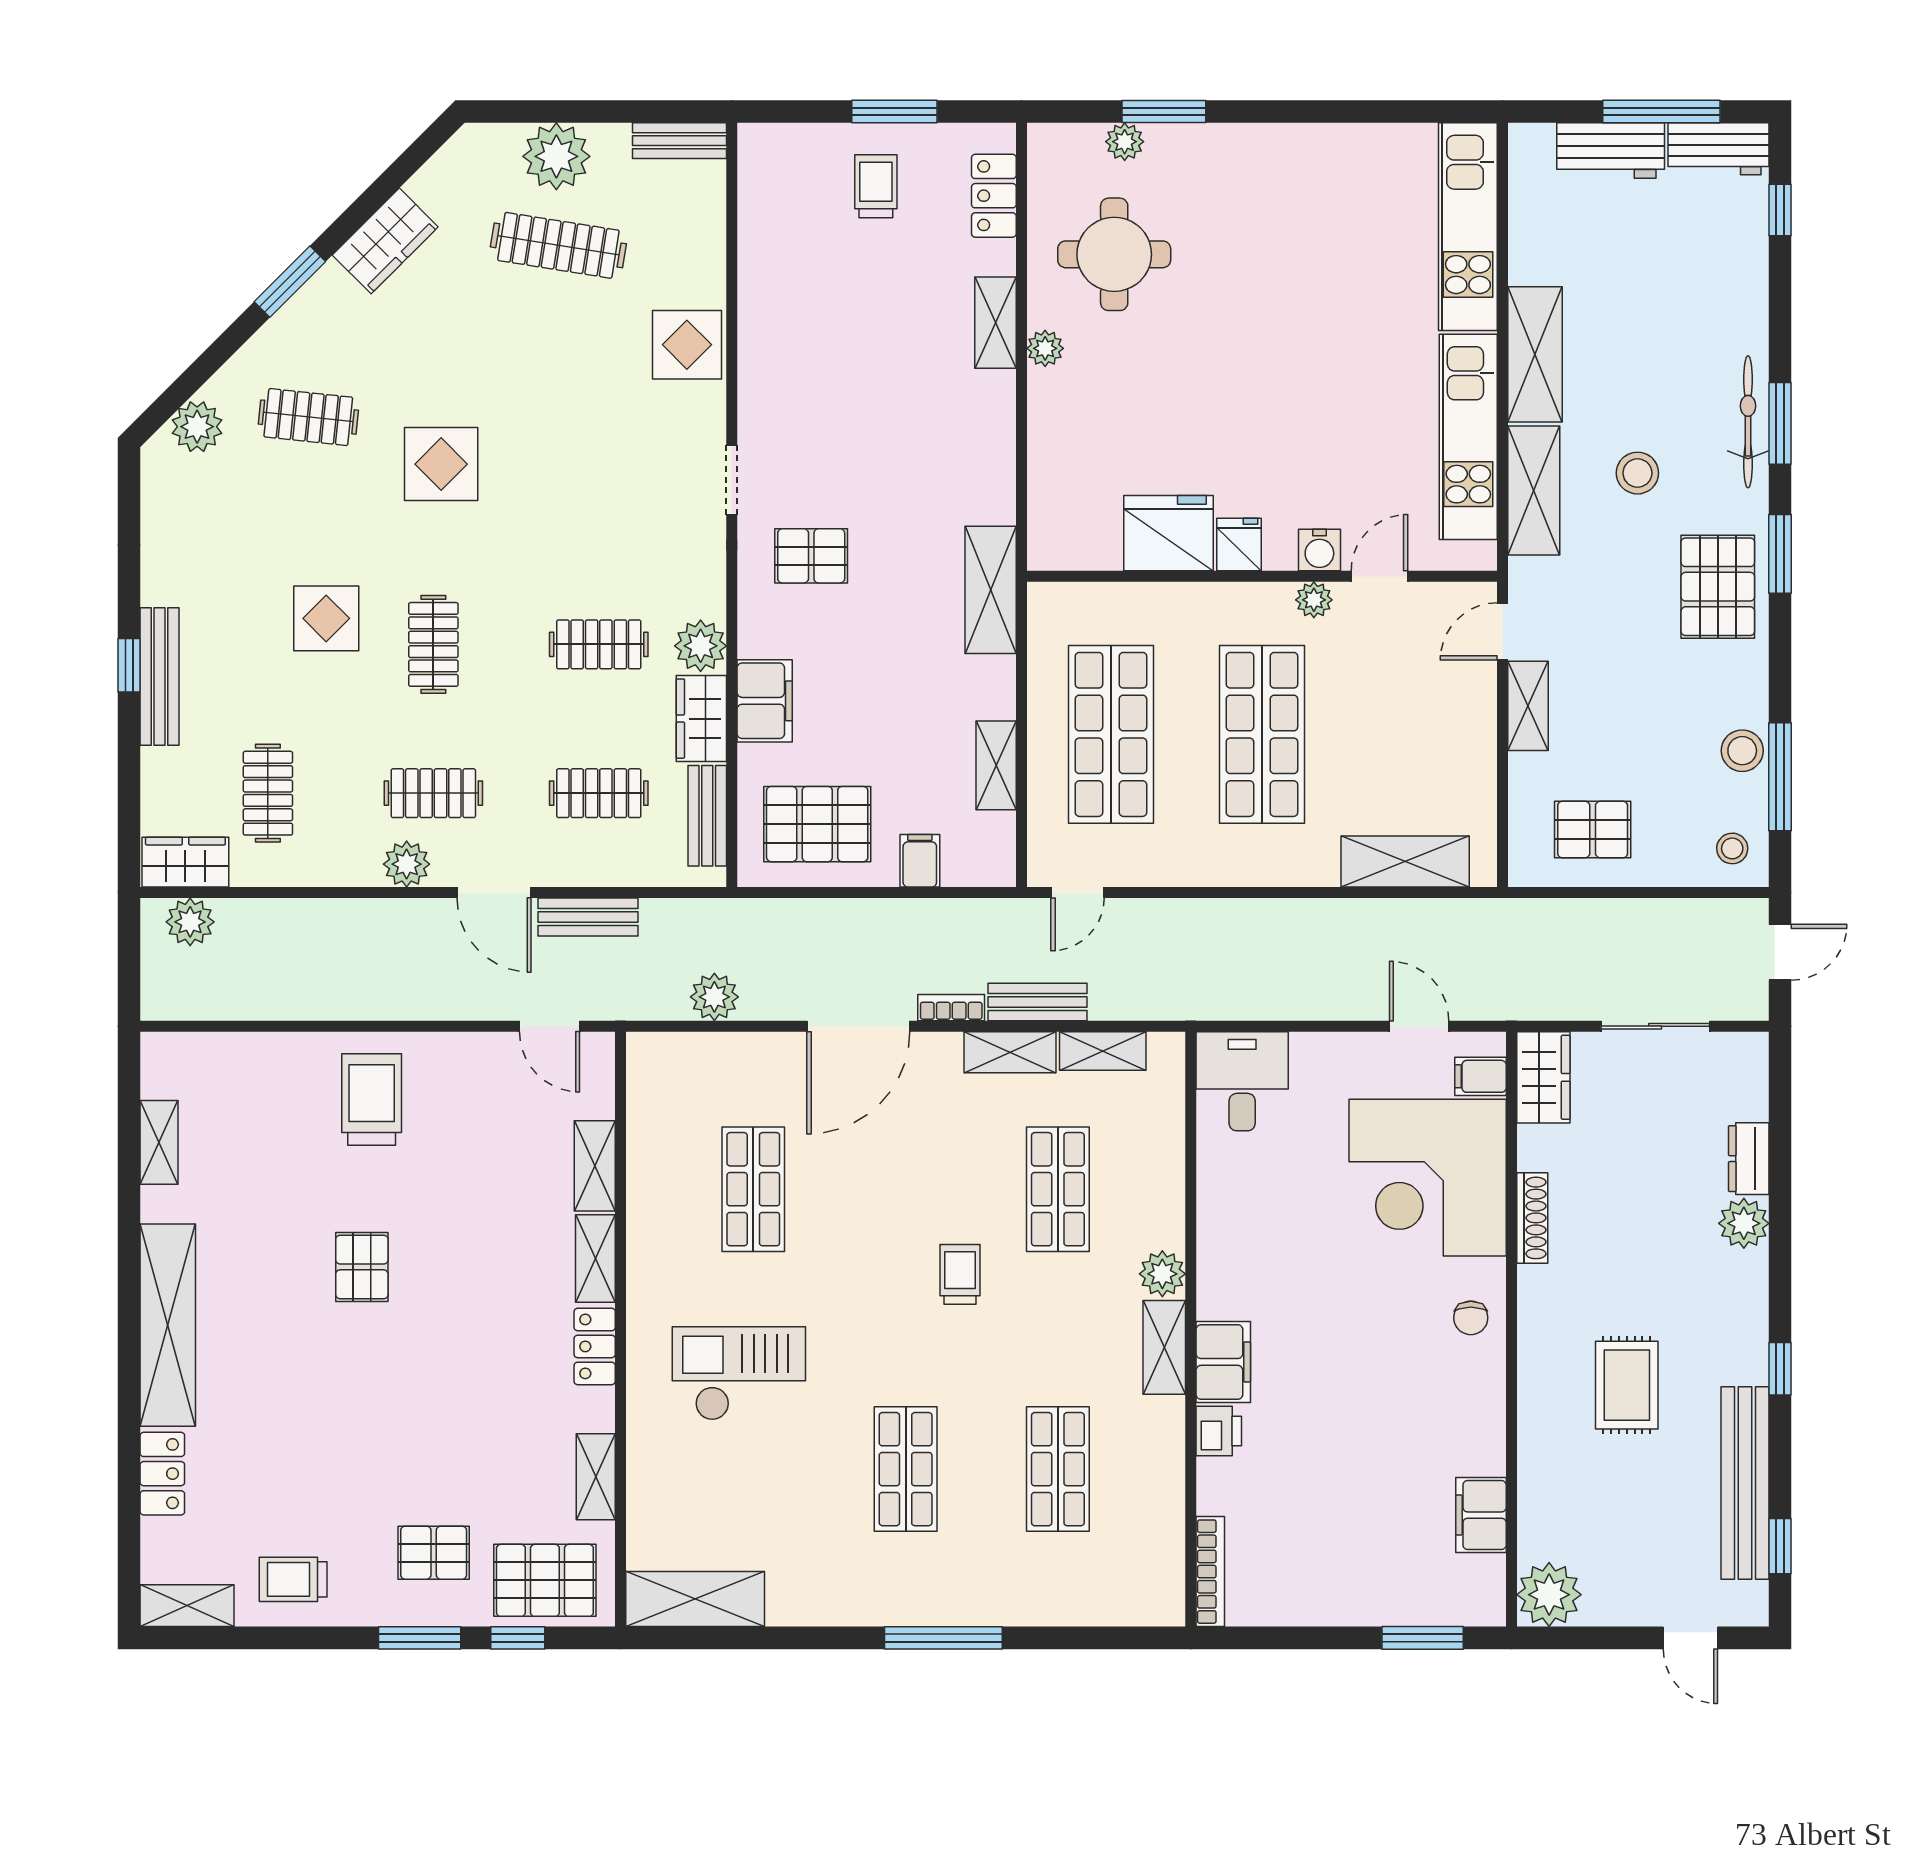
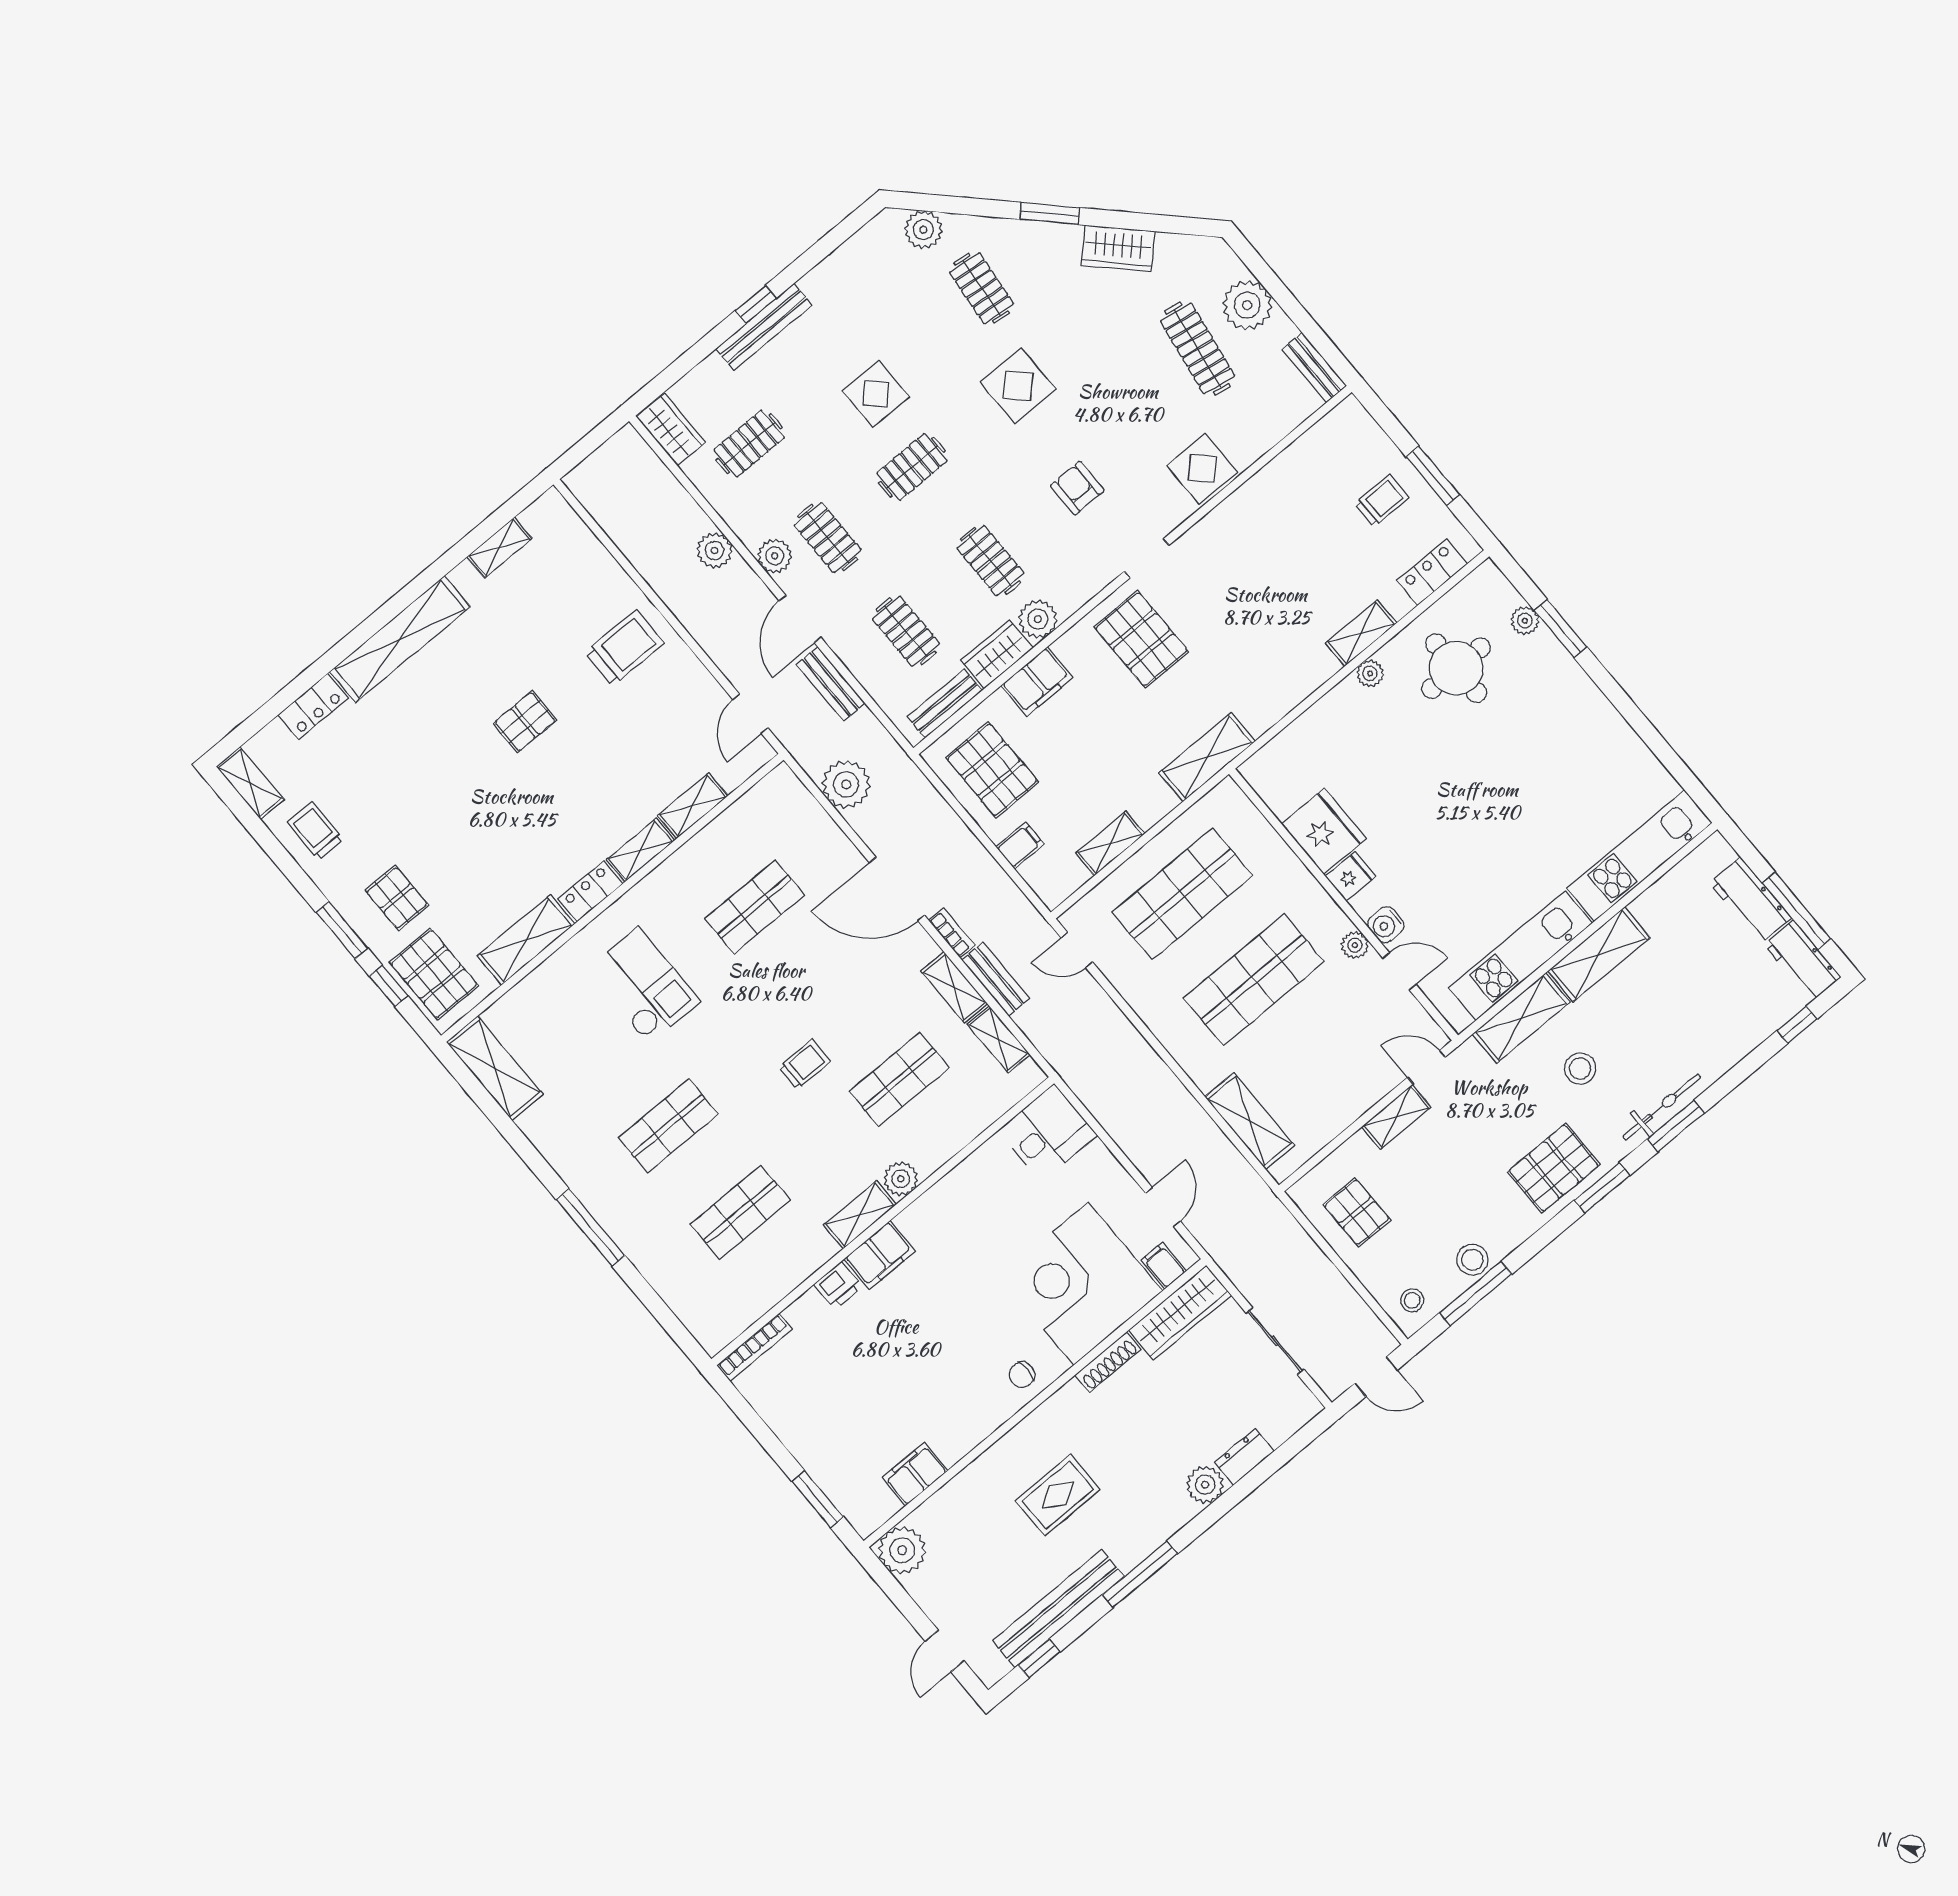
armchair: (599, 491) -> (1077, 488), added
pallet: (811, 556) -> (1141, 639), width x1.50, depth x1.42
plant: (190, 922) -> (714, 550), moved
plant: (714, 997) -> (846, 784), width x1.36, depth x1.36
wardrobe: (1543, 1077) -> (1180, 1313), width x1.50
window: (1780, 1369) -> (1140, 1574), width x2.17
shelving: (596, 1477) -> (526, 940), width x1.50, depth x1.33

